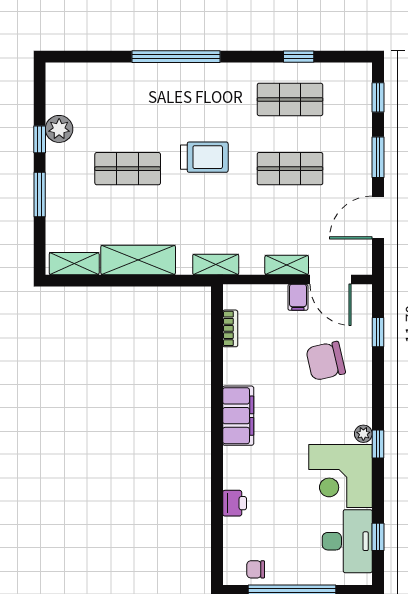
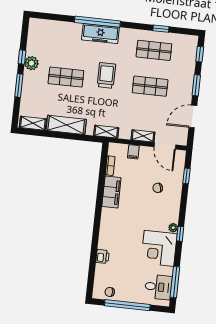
freezer: (184, 79) -> (100, 34), added
plant: (59, 129) -> (32, 63), moved
trolley: (204, 157) -> (106, 75), turned -90
filing cabinet: (298, 297) -> (133, 152), moved
chair: (326, 361) -> (158, 188), width x0.54, depth x0.54
filing cabinet: (238, 416) -> (111, 192), moved
window: (378, 537) -> (175, 282), width x2.17
desk: (347, 541) -> (158, 287), width x0.73

